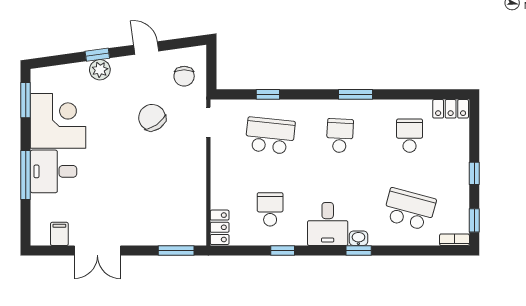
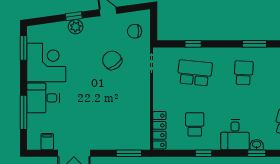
chair: (184, 76) -> (135, 31), turned 90
window: (26, 175) -> (24, 112), moved
locker: (220, 227) -> (159, 130), width x1.53

